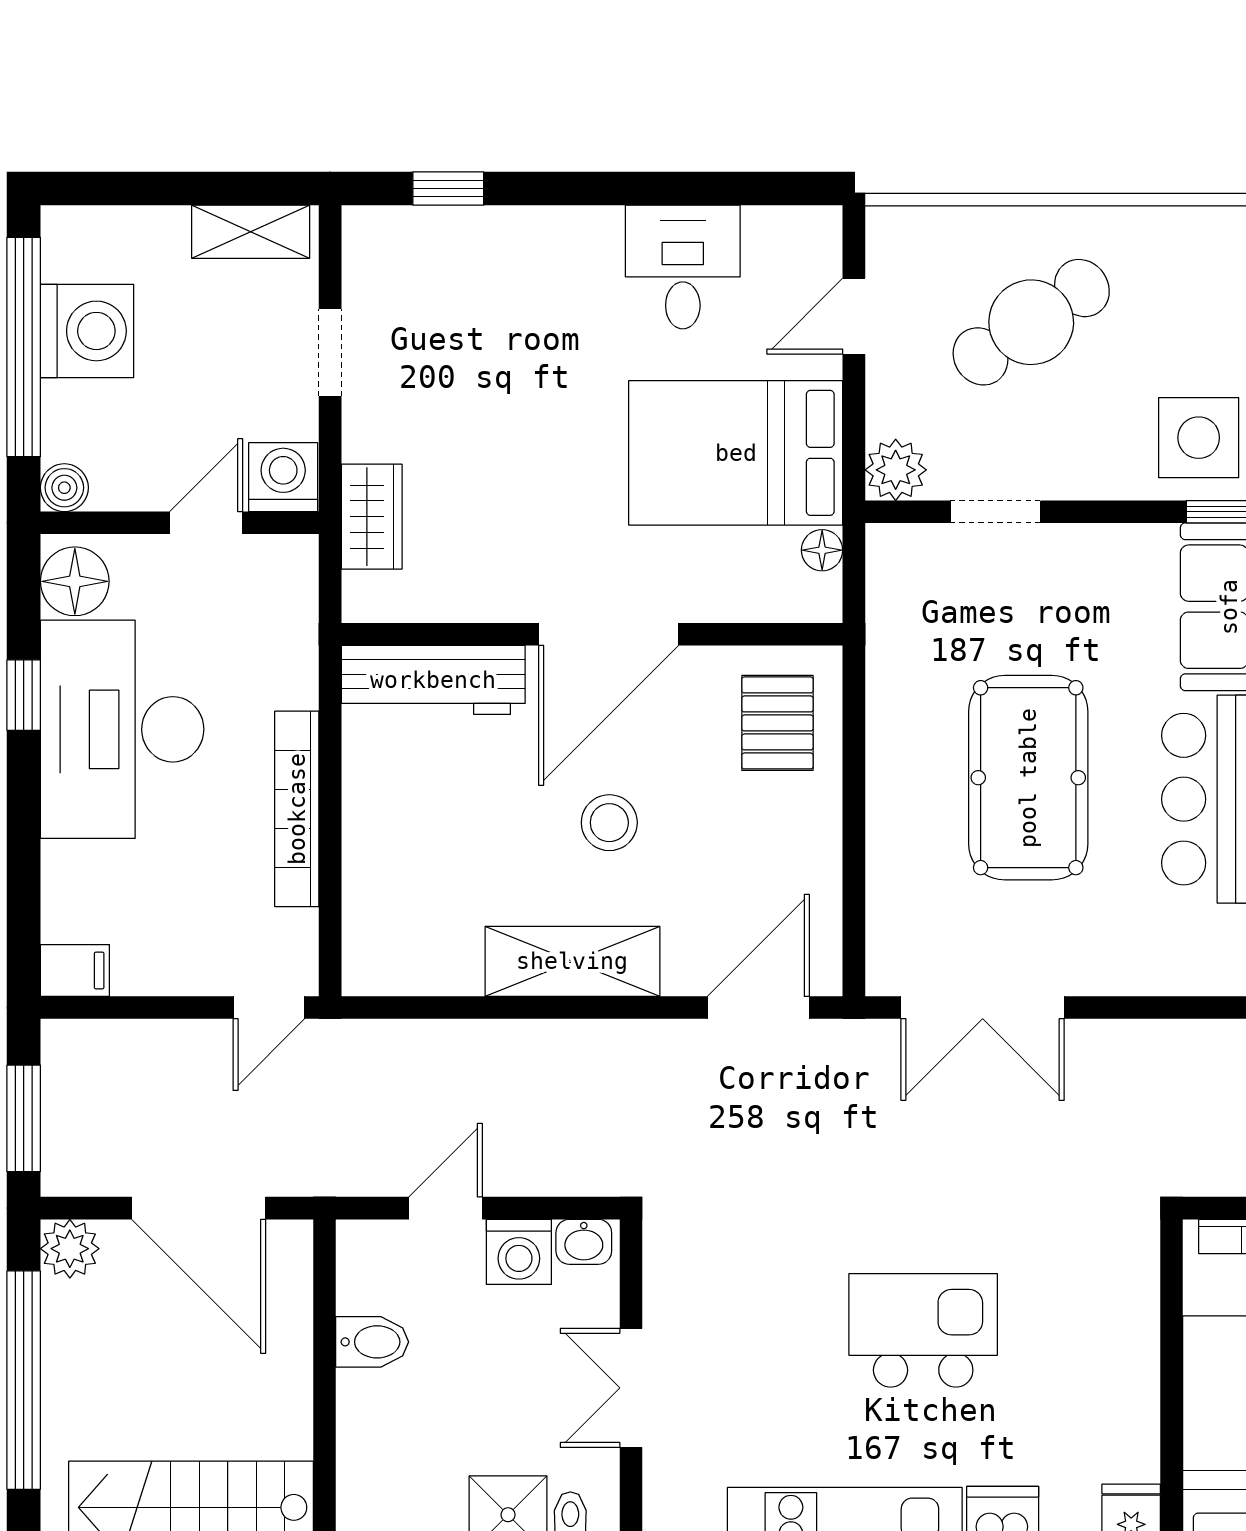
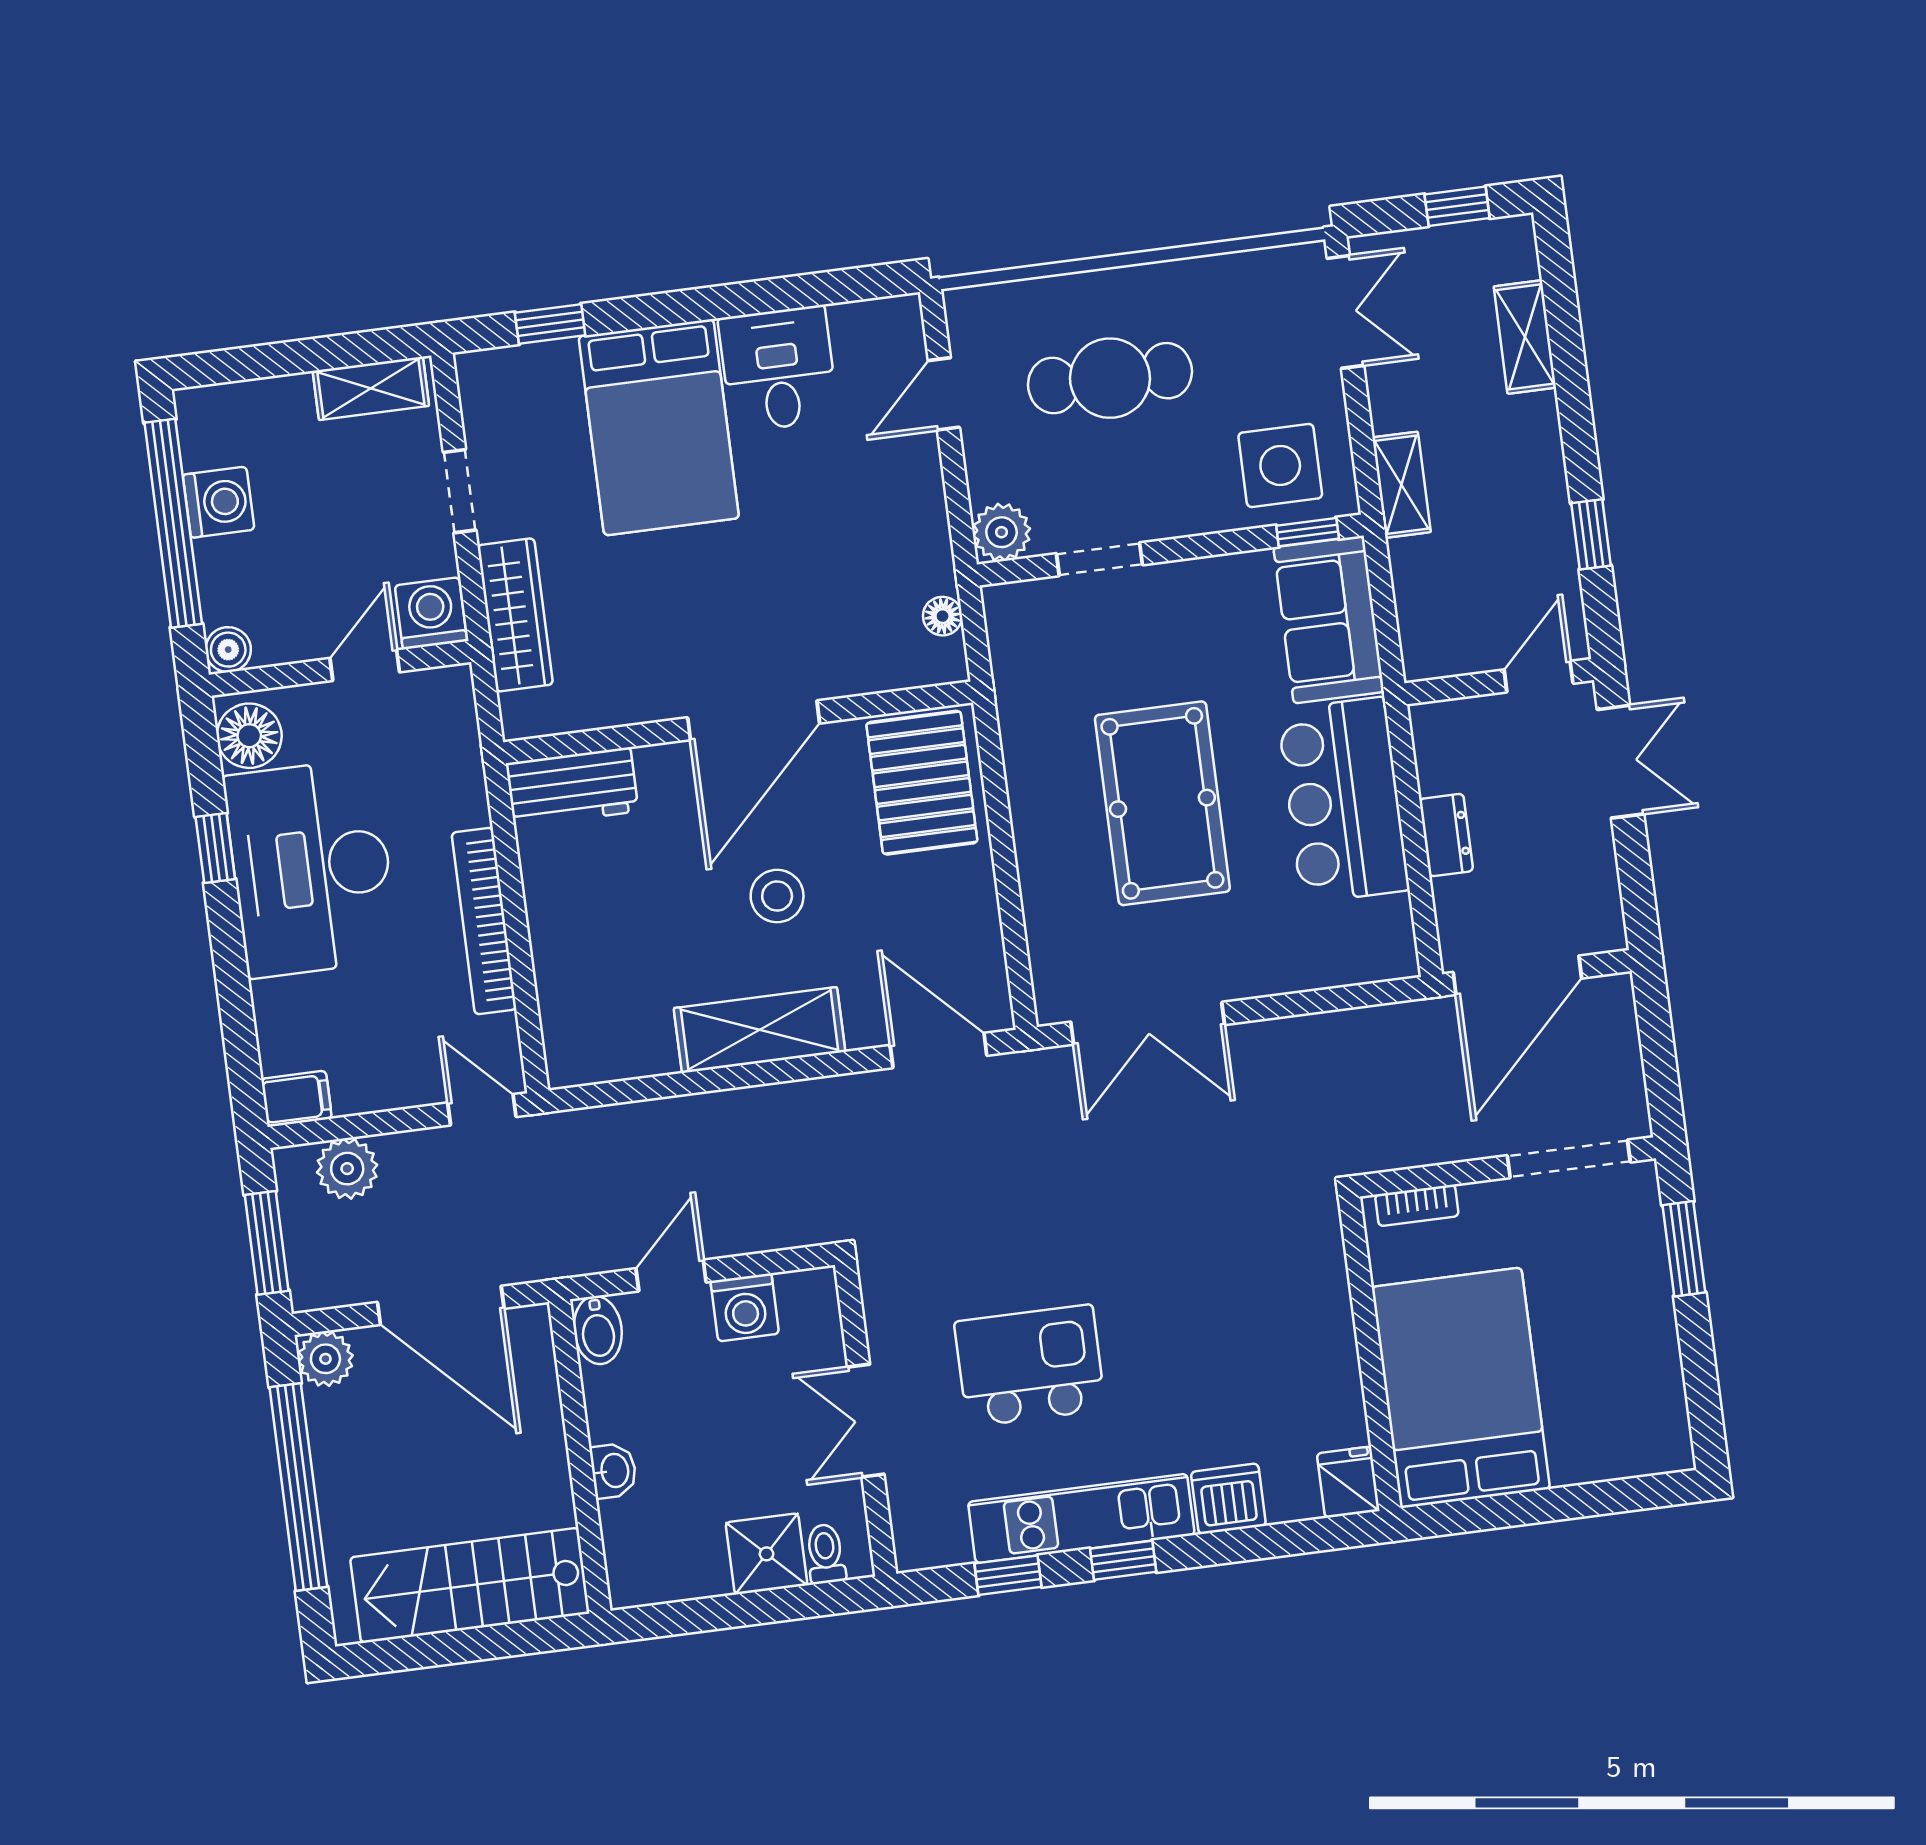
cafe table: (1031, 322) -> (1110, 378), turned 34
washing machine: (87, 331) -> (219, 502), width x0.73, depth x0.73
bed: (736, 453) -> (659, 427), moved, turned -90
wardrobe: (372, 517) -> (515, 615), width x1.50
workbench: (433, 680) -> (572, 787), width x0.73
pallet: (777, 723) -> (922, 783), width x1.50, depth x1.42
door: (269, 1008) -> (482, 1110), swing flipped
door: (758, 1008) -> (939, 1050), hinge flipped
plant: (119, 1051) -> (347, 1169), added
washbasin: (584, 1242) -> (614, 1471), moved, turned -90
kitchen island: (923, 1330) -> (1030, 1366), moved
bidet: (372, 1342) -> (598, 1330), moved, turned 90

